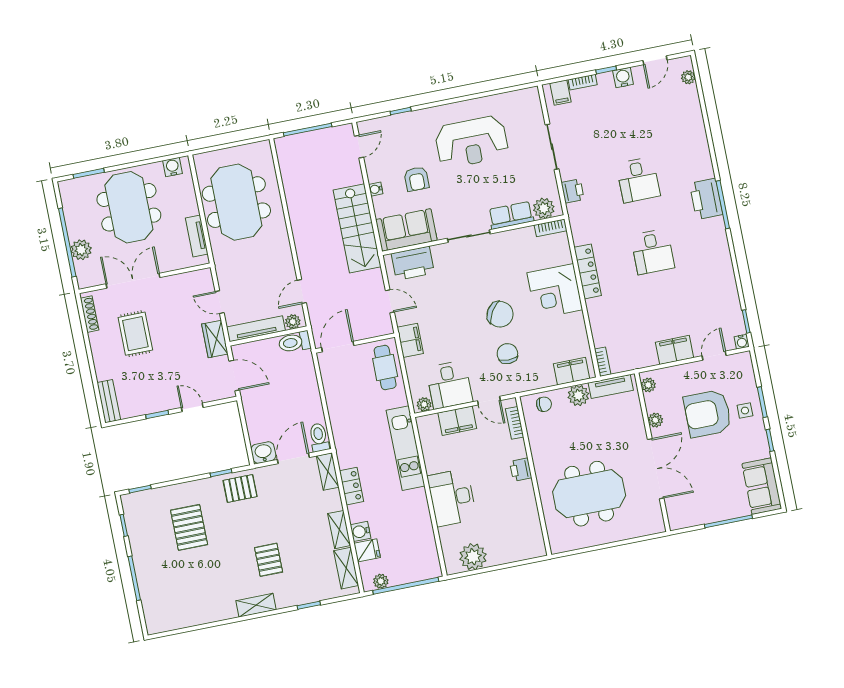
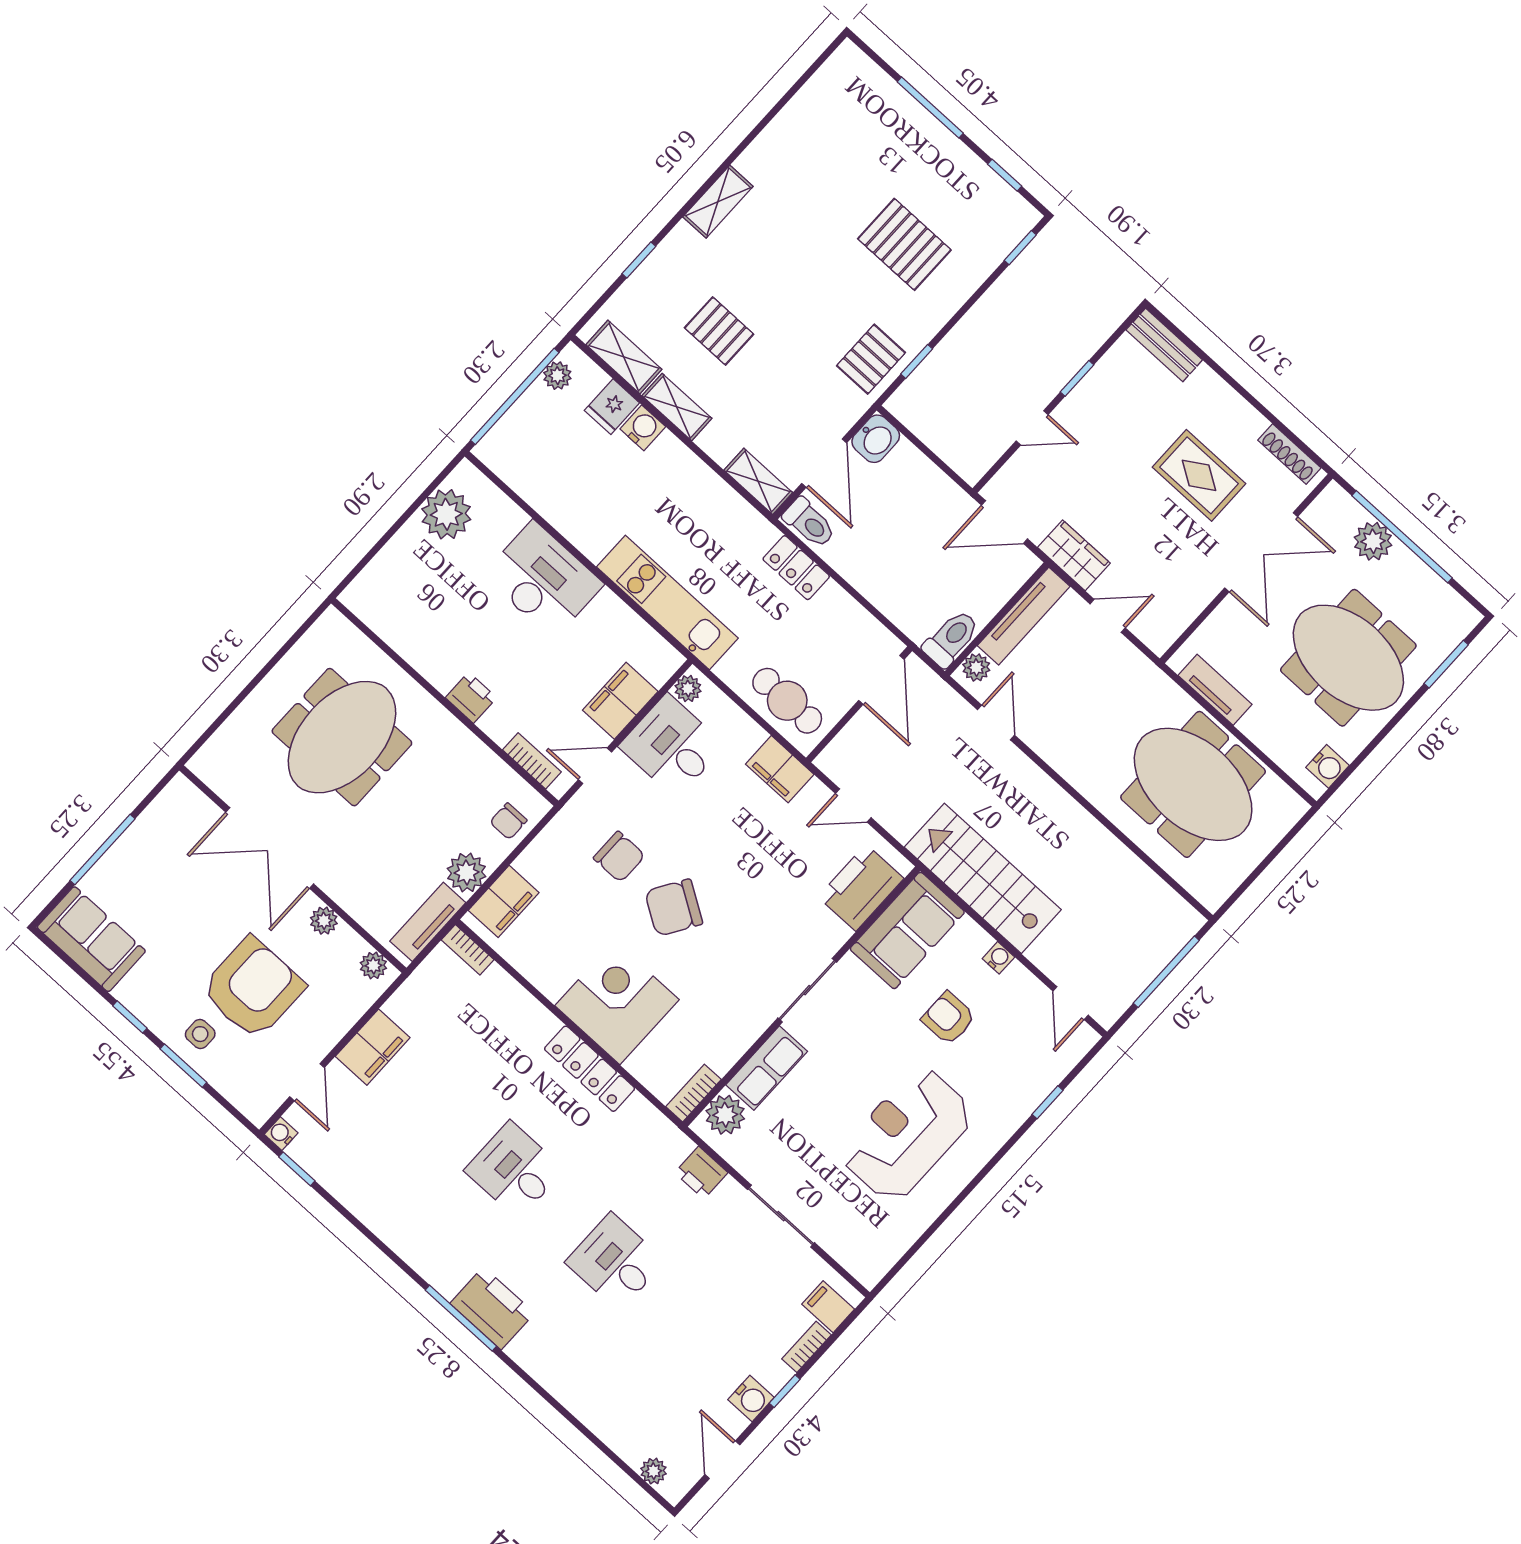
locker: (352, 486) -> (796, 568), moved
pallet: (269, 560) -> (719, 331), moved

